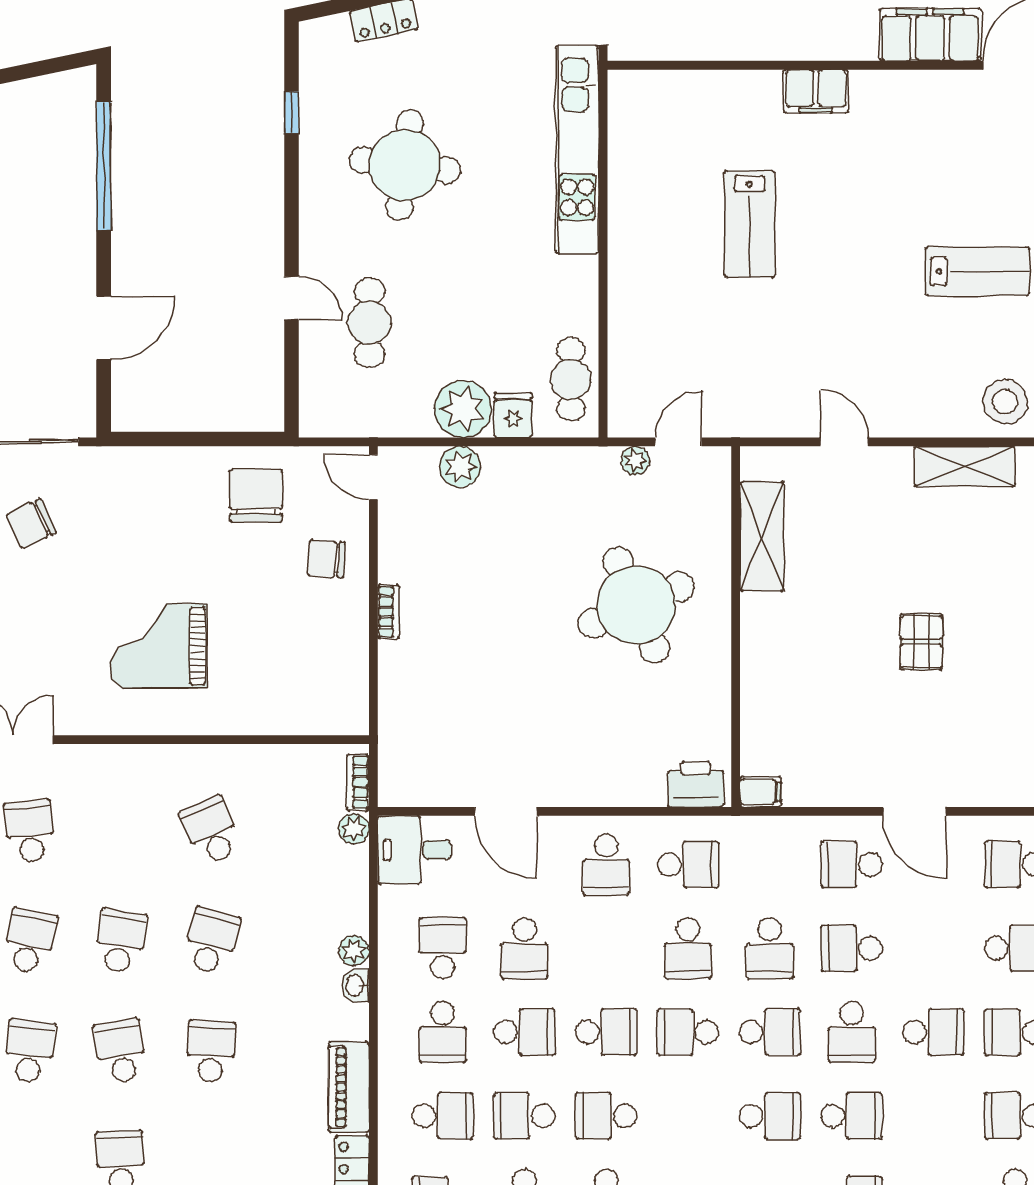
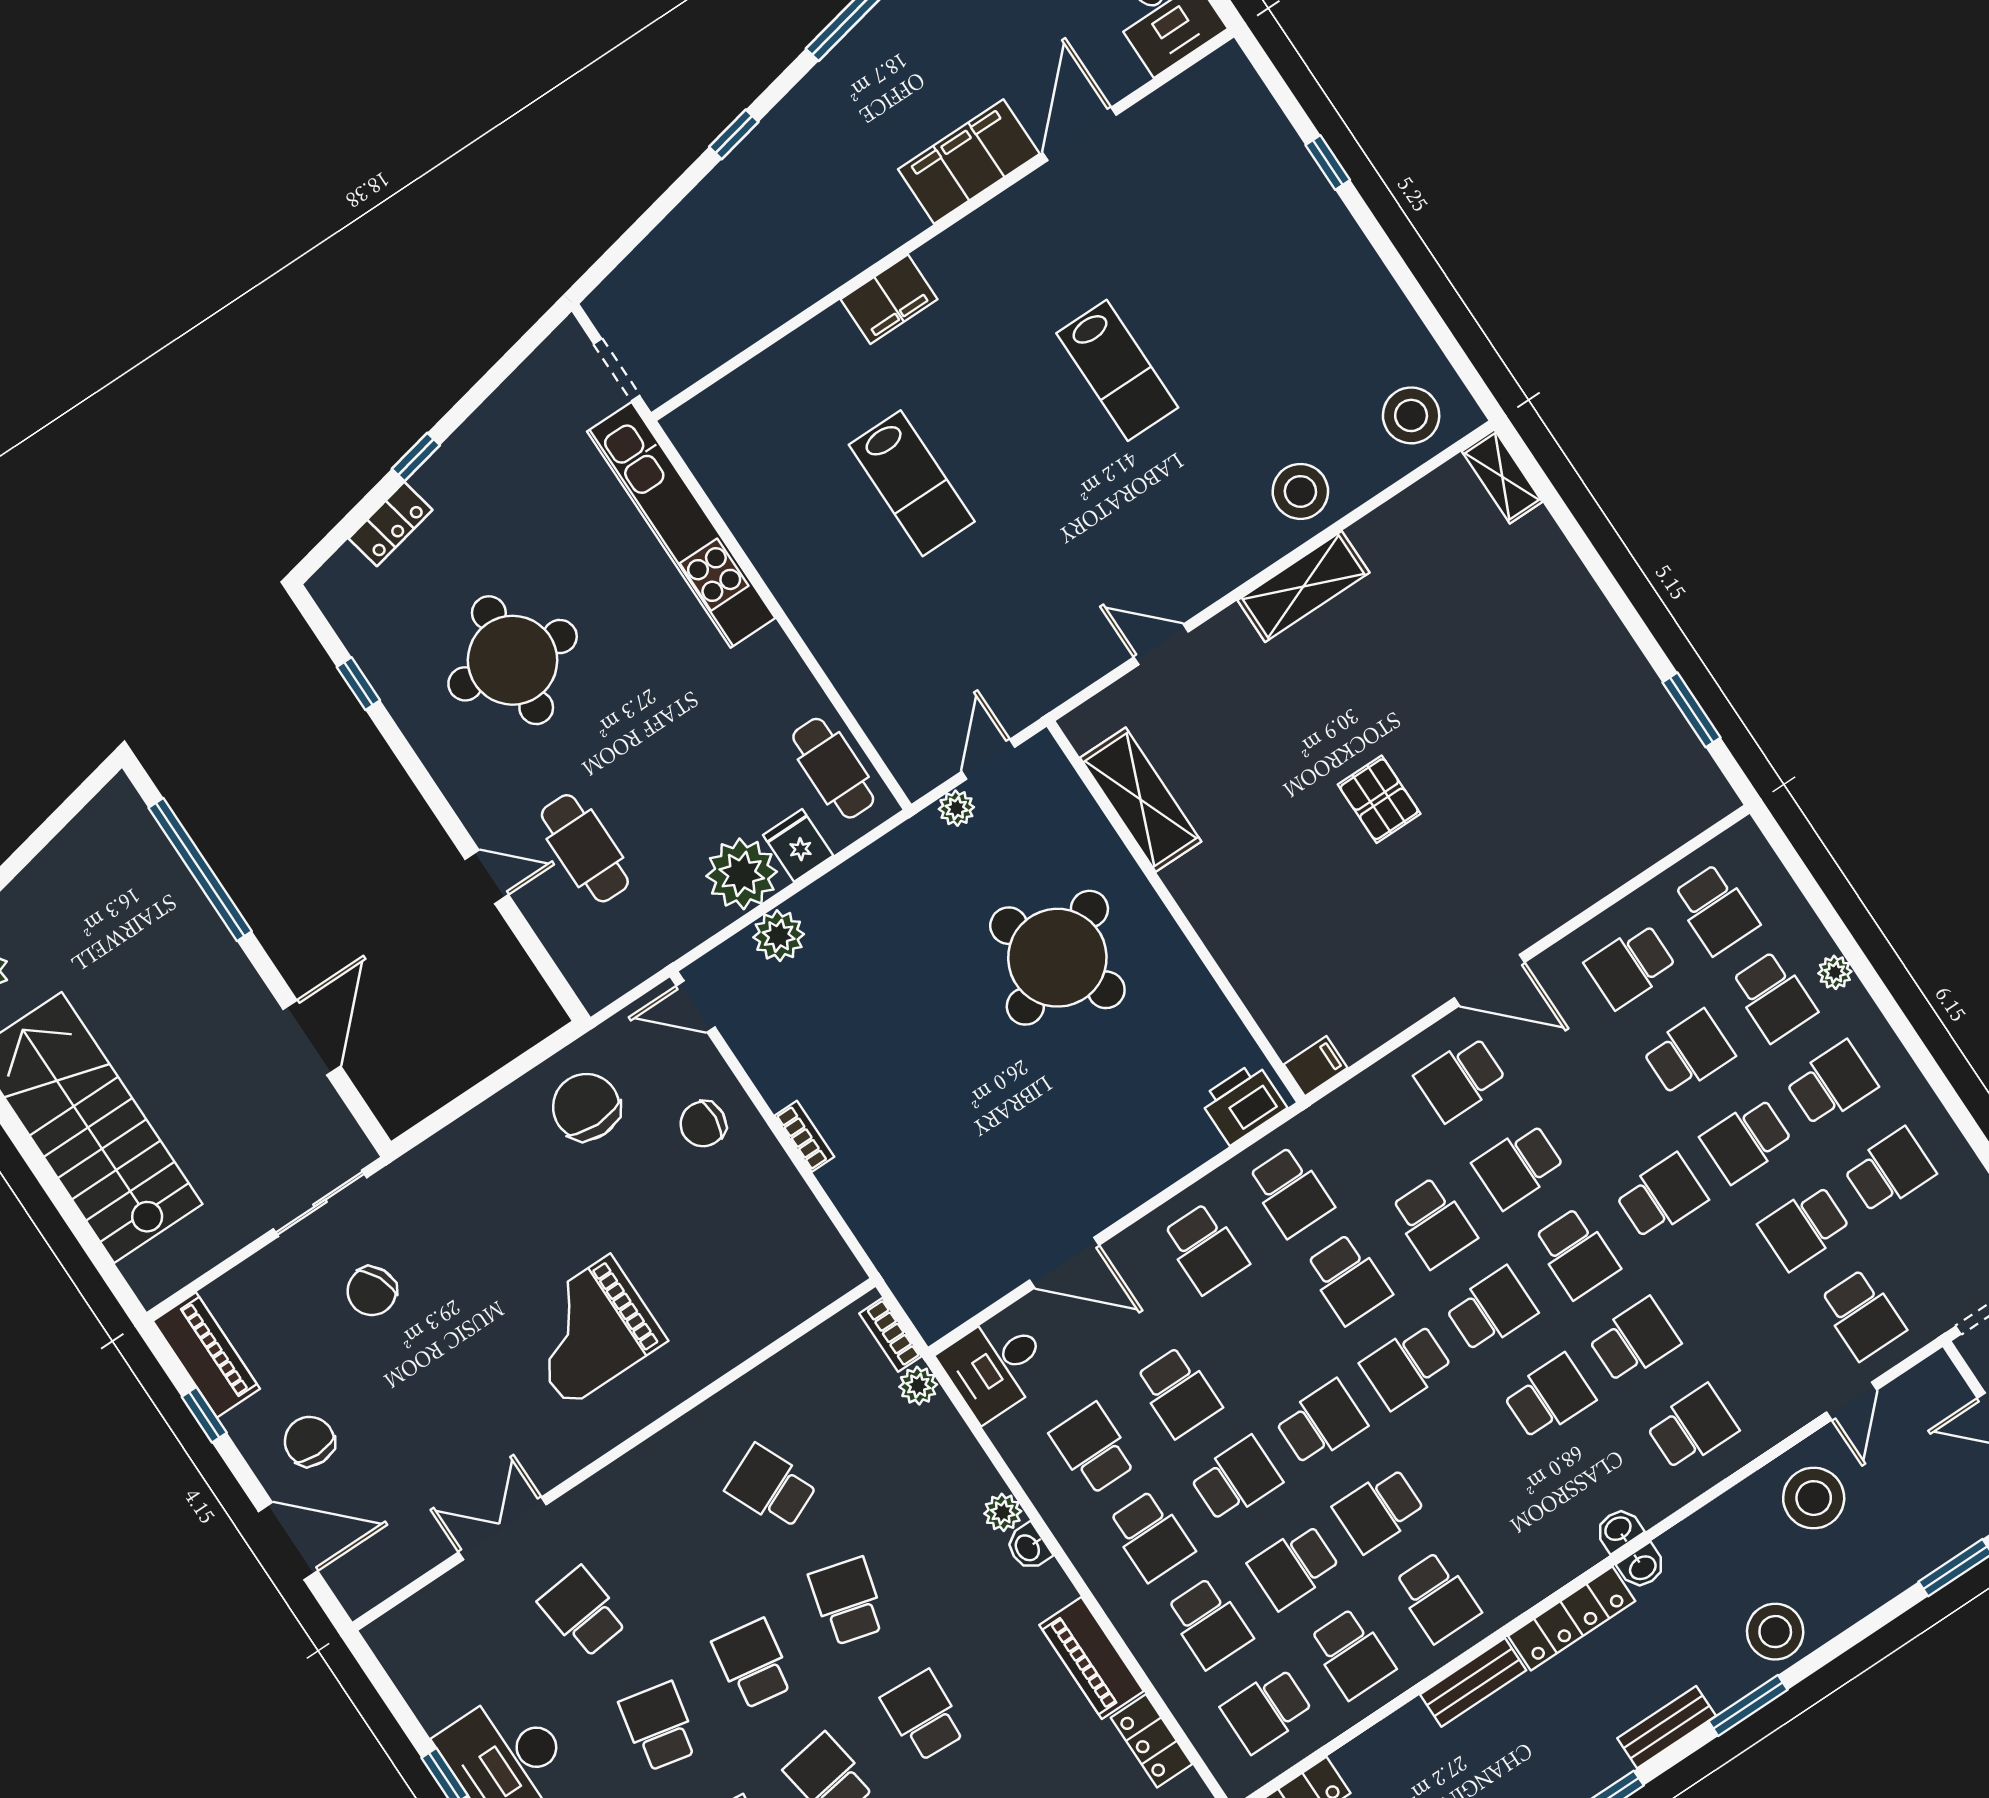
lab bench: (977, 271) -> (1117, 370), moved, turned 90
school desk: (688, 864) -> (1290, 1192), turned 90
school desk: (443, 1116) -> (1209, 1623), turned 90

